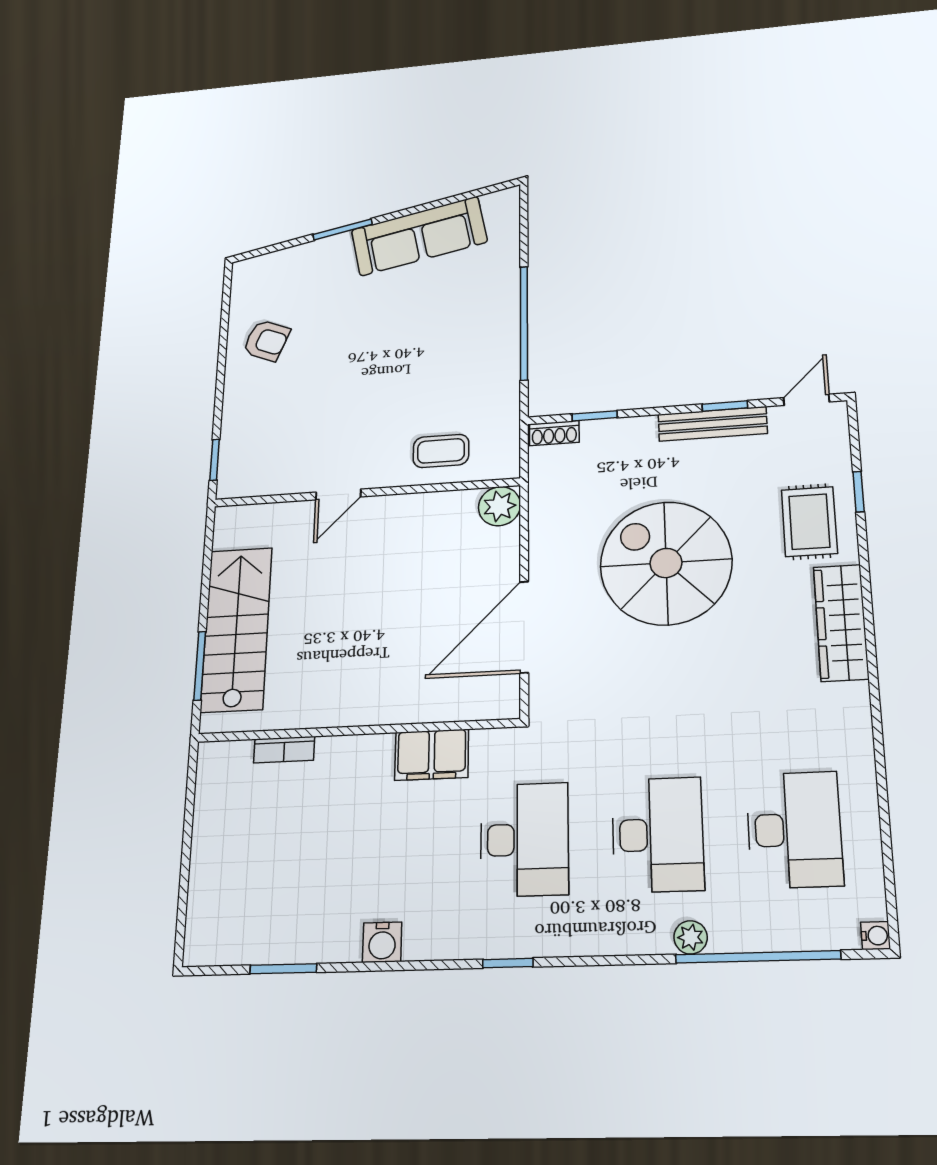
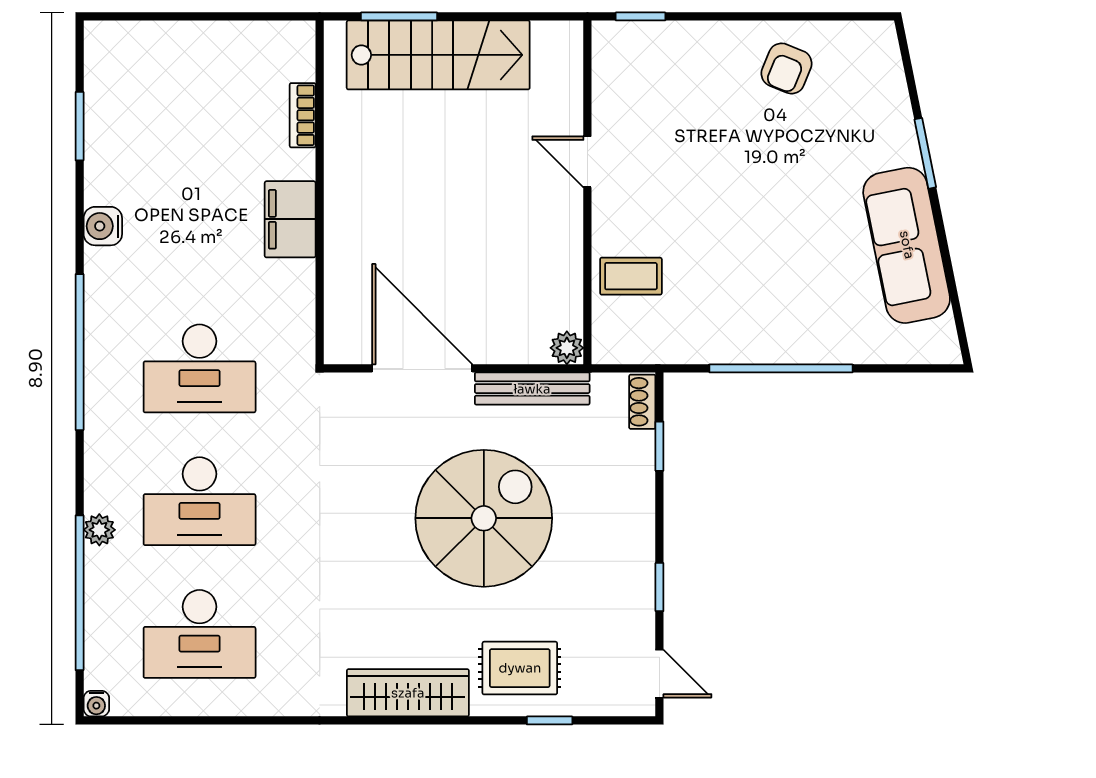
bench: (713, 424) -> (532, 389), moved, turned 90
coffee table: (441, 451) -> (631, 276), turned 90
plant: (499, 506) -> (567, 348), width x0.73, depth x0.73
filing cabinet: (432, 755) -> (290, 219), moved
window: (508, 963) -> (80, 352), width x3.17

